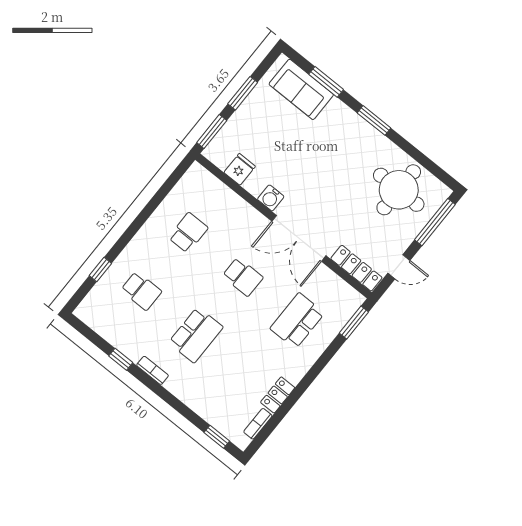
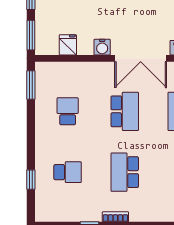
window: (173, 179) -> (31, 85), added
school desk: (243, 277) -> (125, 111), width x1.85
school desk: (196, 335) -> (125, 172), turned 180

